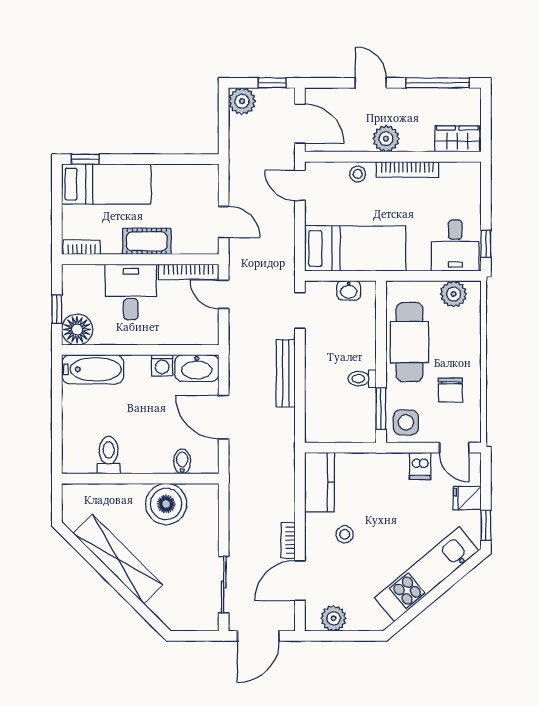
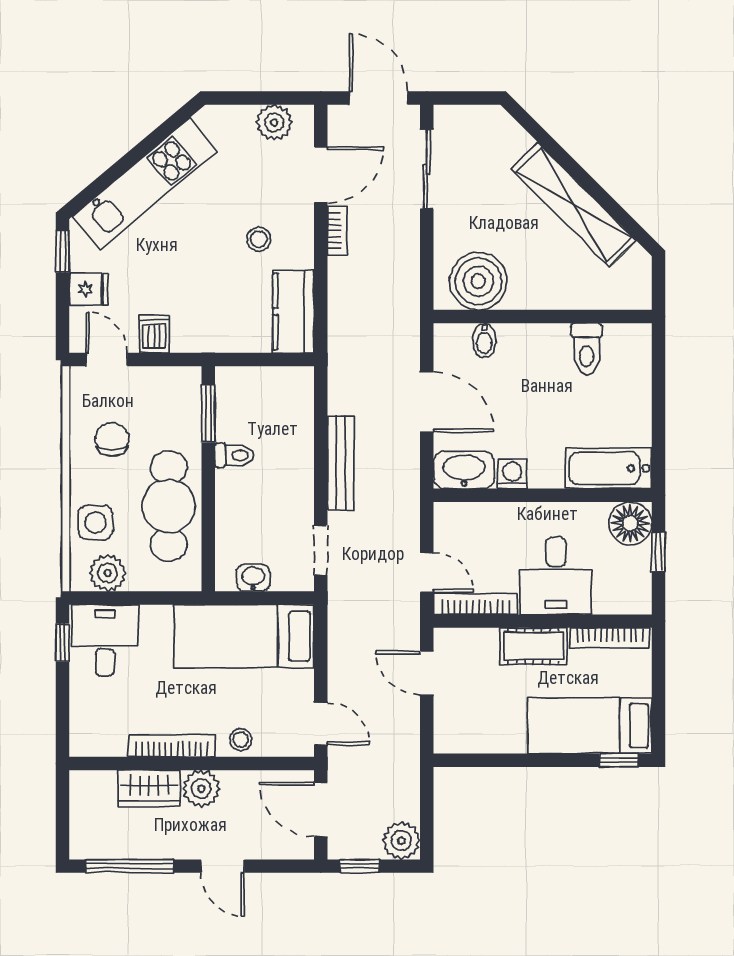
wardrobe: (457, 139) -> (149, 788), moved
bookcase: (82, 247) -> (610, 638), width x1.56
side table: (406, 422) -> (95, 523), moved
boiler: (166, 504) -> (478, 281), moved
door: (258, 636) -> (378, 98), hinge flipped

